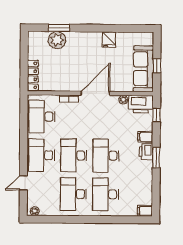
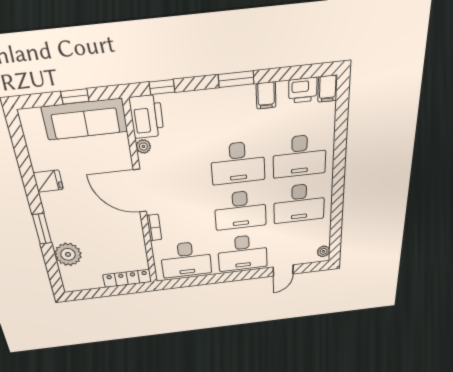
window: (59, 28) -> (42, 229), moved
filing cabinet: (145, 137) -> (266, 95), moved
printer: (146, 152) -> (303, 90), moved
door: (23, 183) -> (283, 271), hinge flipped

